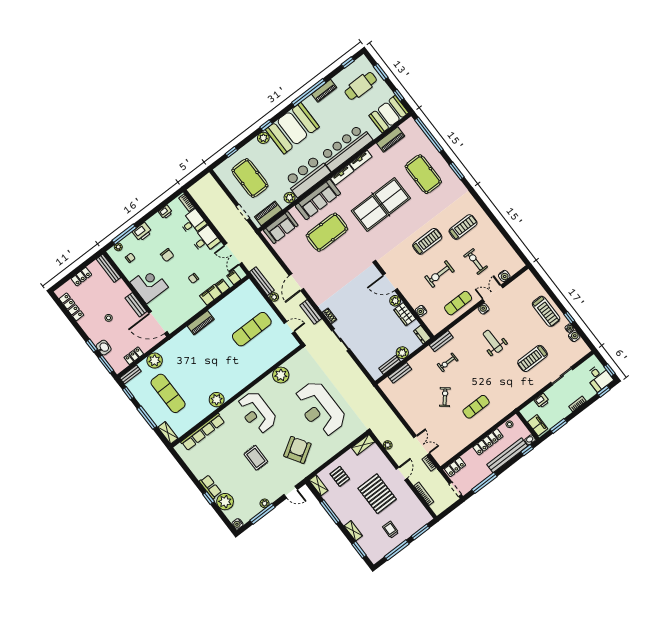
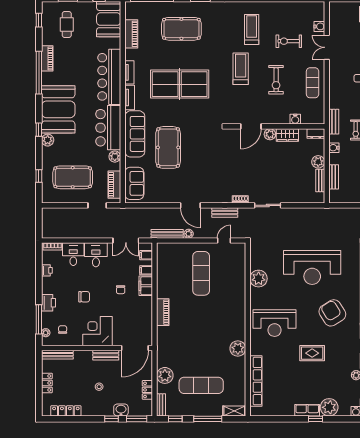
cafe table: (361, 86) -> (67, 25), width x0.73, depth x0.74
table tennis table: (381, 204) -> (180, 84), turned 90
water cooler: (484, 309) -> (334, 148), moved

